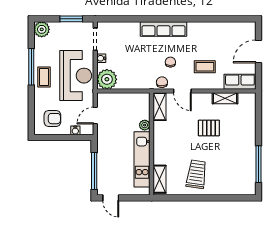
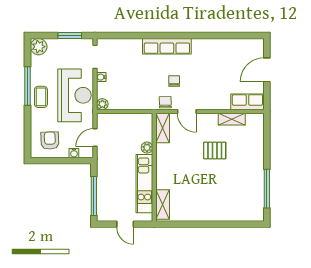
coffee table: (205, 67) -> (210, 86), removed
plant: (107, 79) -> (102, 104), width x0.53, depth x0.53
armchair: (52, 119) -> (50, 141), turned -92
trolley: (196, 174) -> (202, 199), removed
door: (111, 198) -> (125, 224), moved

